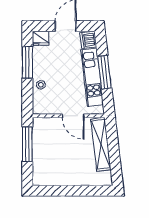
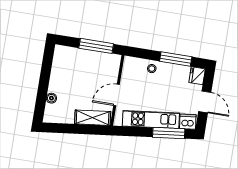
window: (105, 72) -> (169, 133), moved
shelving: (101, 144) -> (93, 118), width x0.68
boiler: (87, 181) -> (51, 98), added

